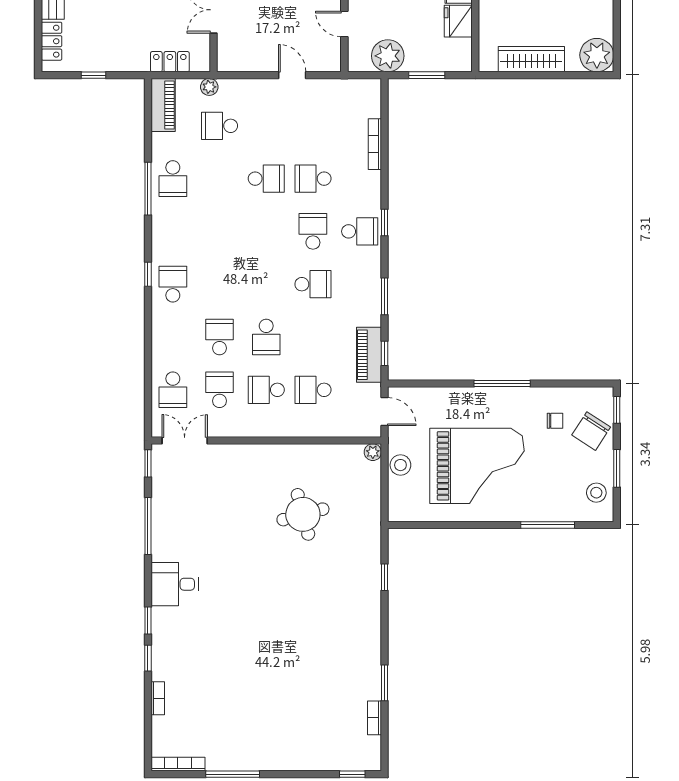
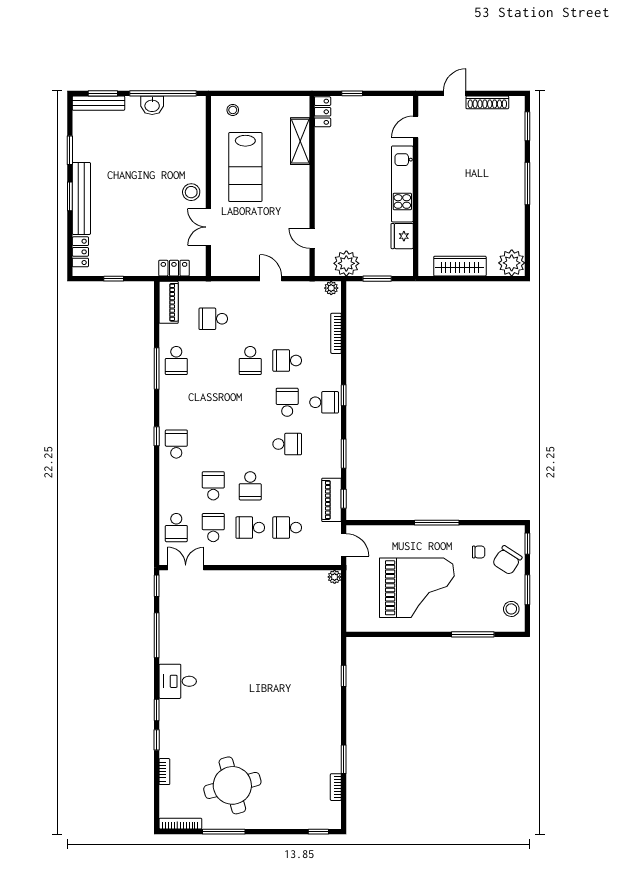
plant: (209, 87) -> (331, 288), moved
school desk: (266, 179) -> (250, 361), turned 90
stool: (400, 465) -> (356, 587), removed
round table: (303, 514) -> (232, 785), moved, width x1.36, depth x1.36

